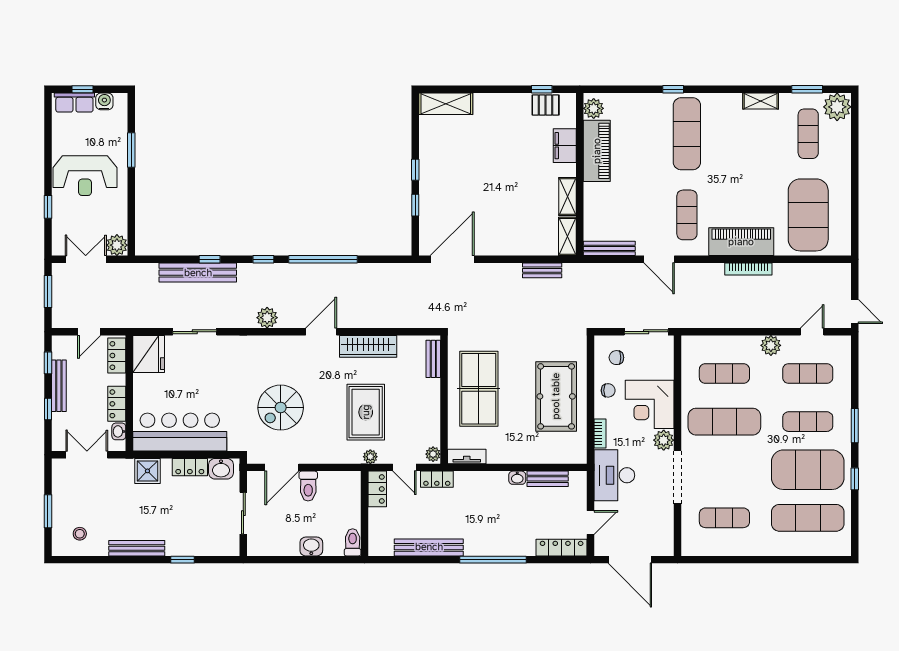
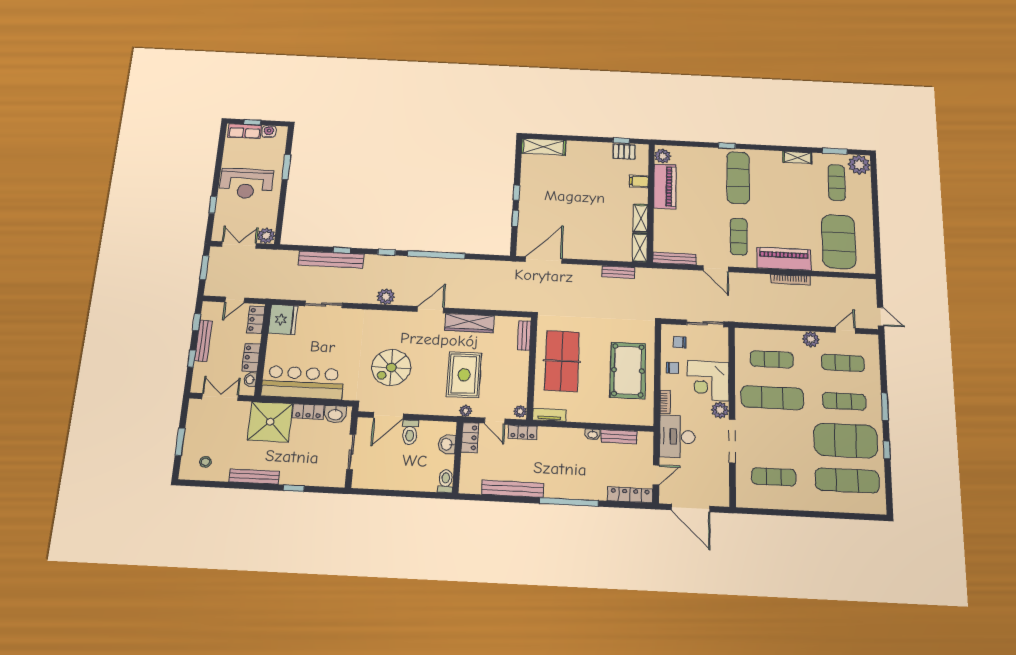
filing cabinet: (565, 146) -> (639, 181), width x0.50
shower: (147, 471) -> (270, 422), width x1.86, depth x1.86
washbasin: (311, 546) -> (447, 444), moved, turned -90

